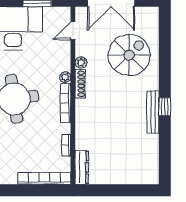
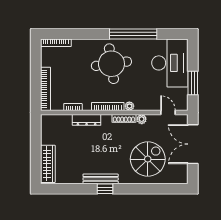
spiral stairs: (129, 55) -> (148, 159), turned -90
dresser: (82, 167) -> (87, 120), moved
wardrobe: (135, 176) -> (48, 164), added

